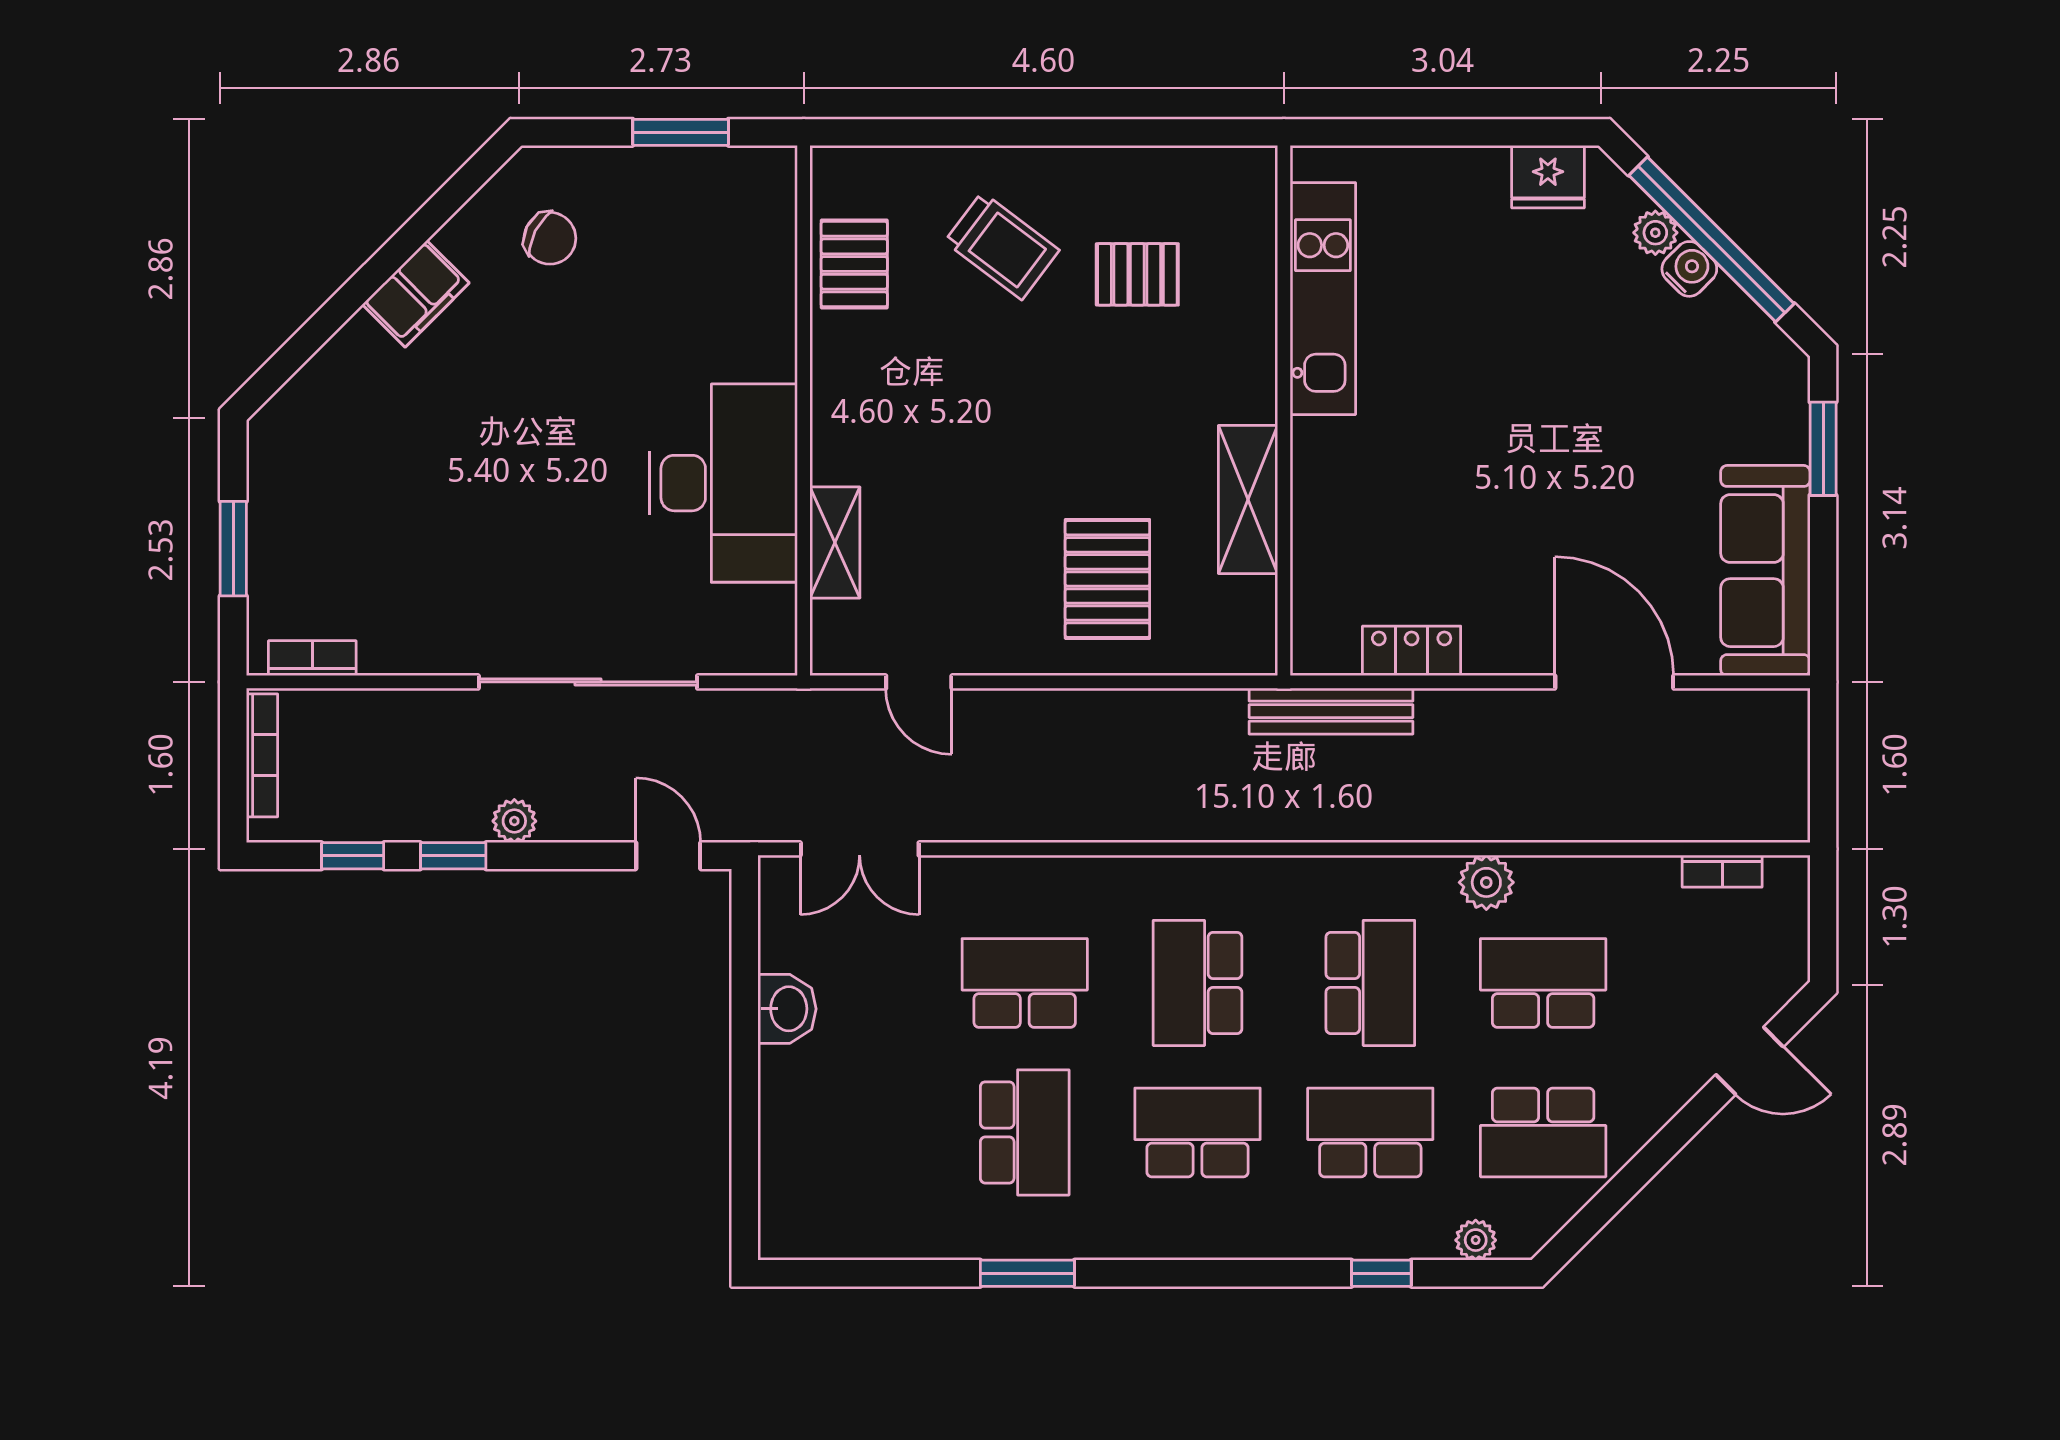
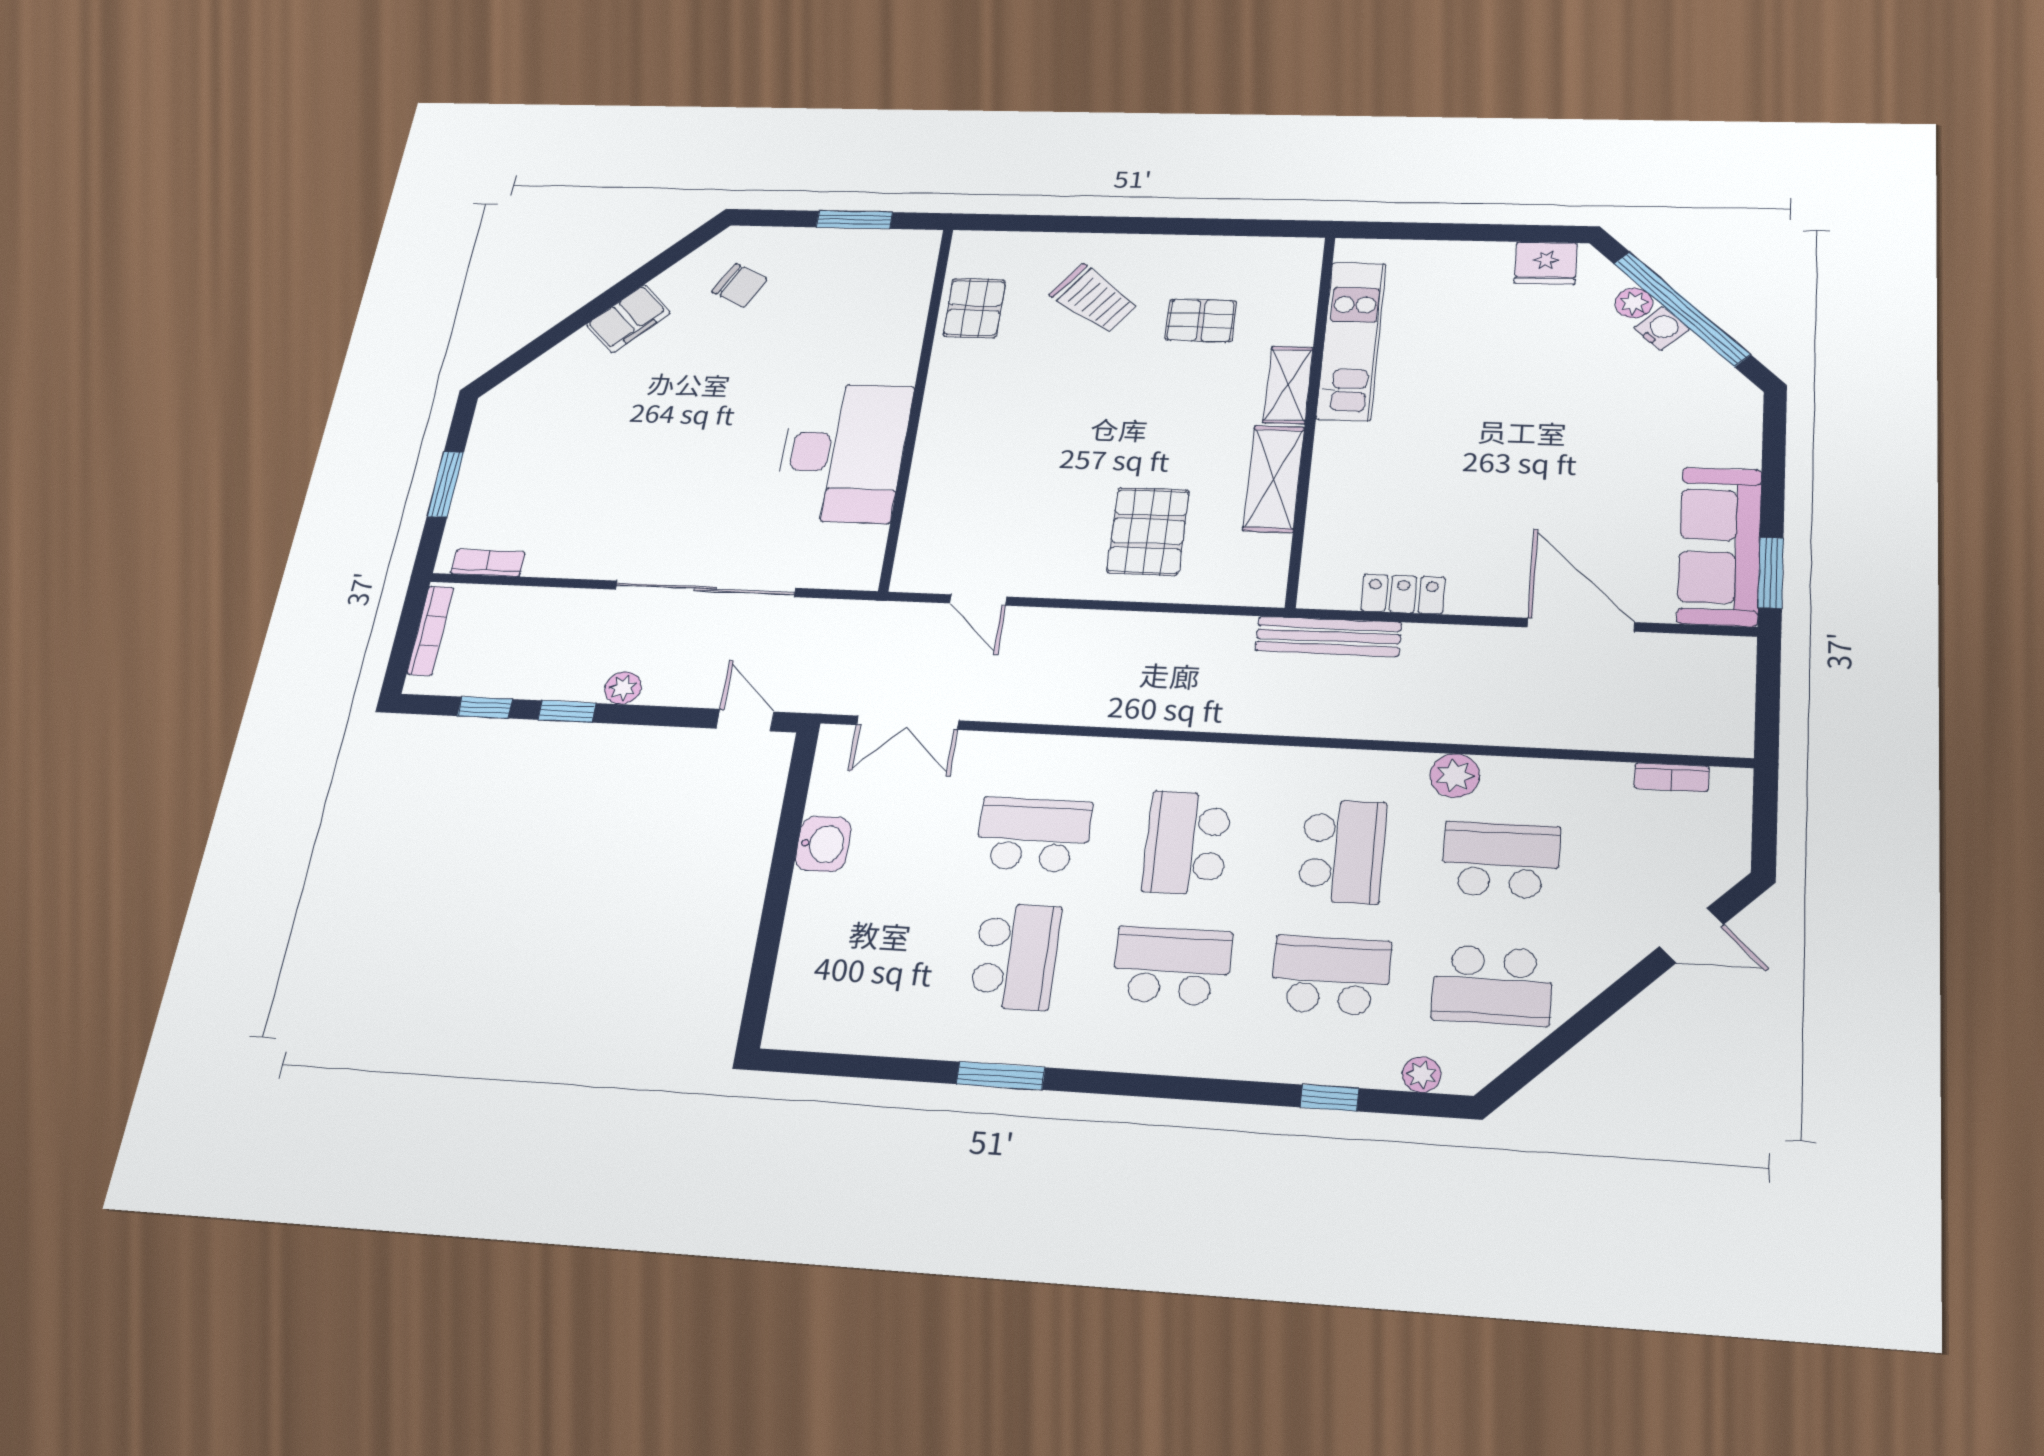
window: (1823, 449) -> (1771, 573), moved
shelving: (835, 543) -> (1288, 385), moved

